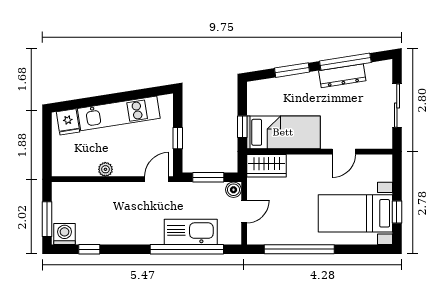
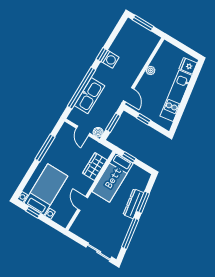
dresser: (342, 76) -> (133, 204), moved
sliding door: (397, 106) -> (99, 252), moved
wardrobe: (266, 166) -> (95, 167), moved
washing machine: (64, 234) -> (110, 59), moved
window: (89, 249) -> (102, 55), moved
window: (299, 249) -> (45, 148), width x0.68

